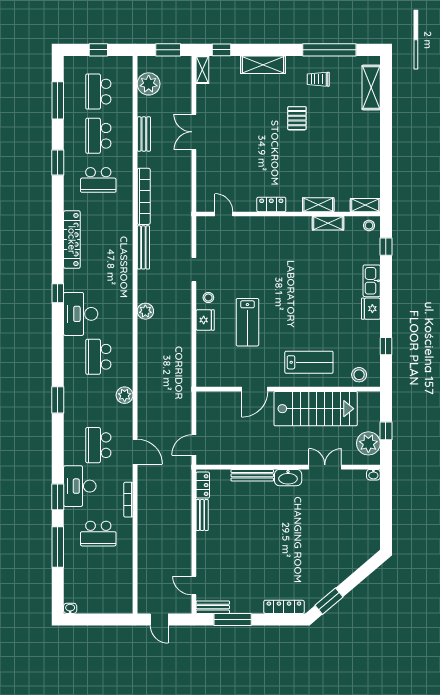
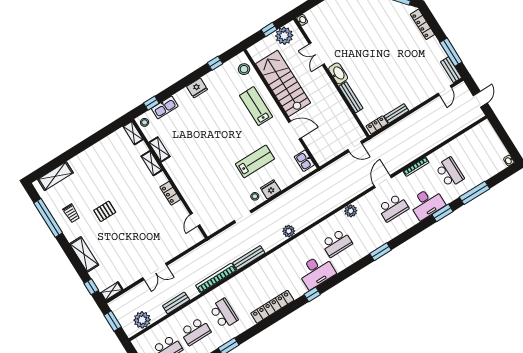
kitchen sink: (372, 281) -> (165, 107), moved
kitchen sink: (214, 378) -> (304, 161), added

